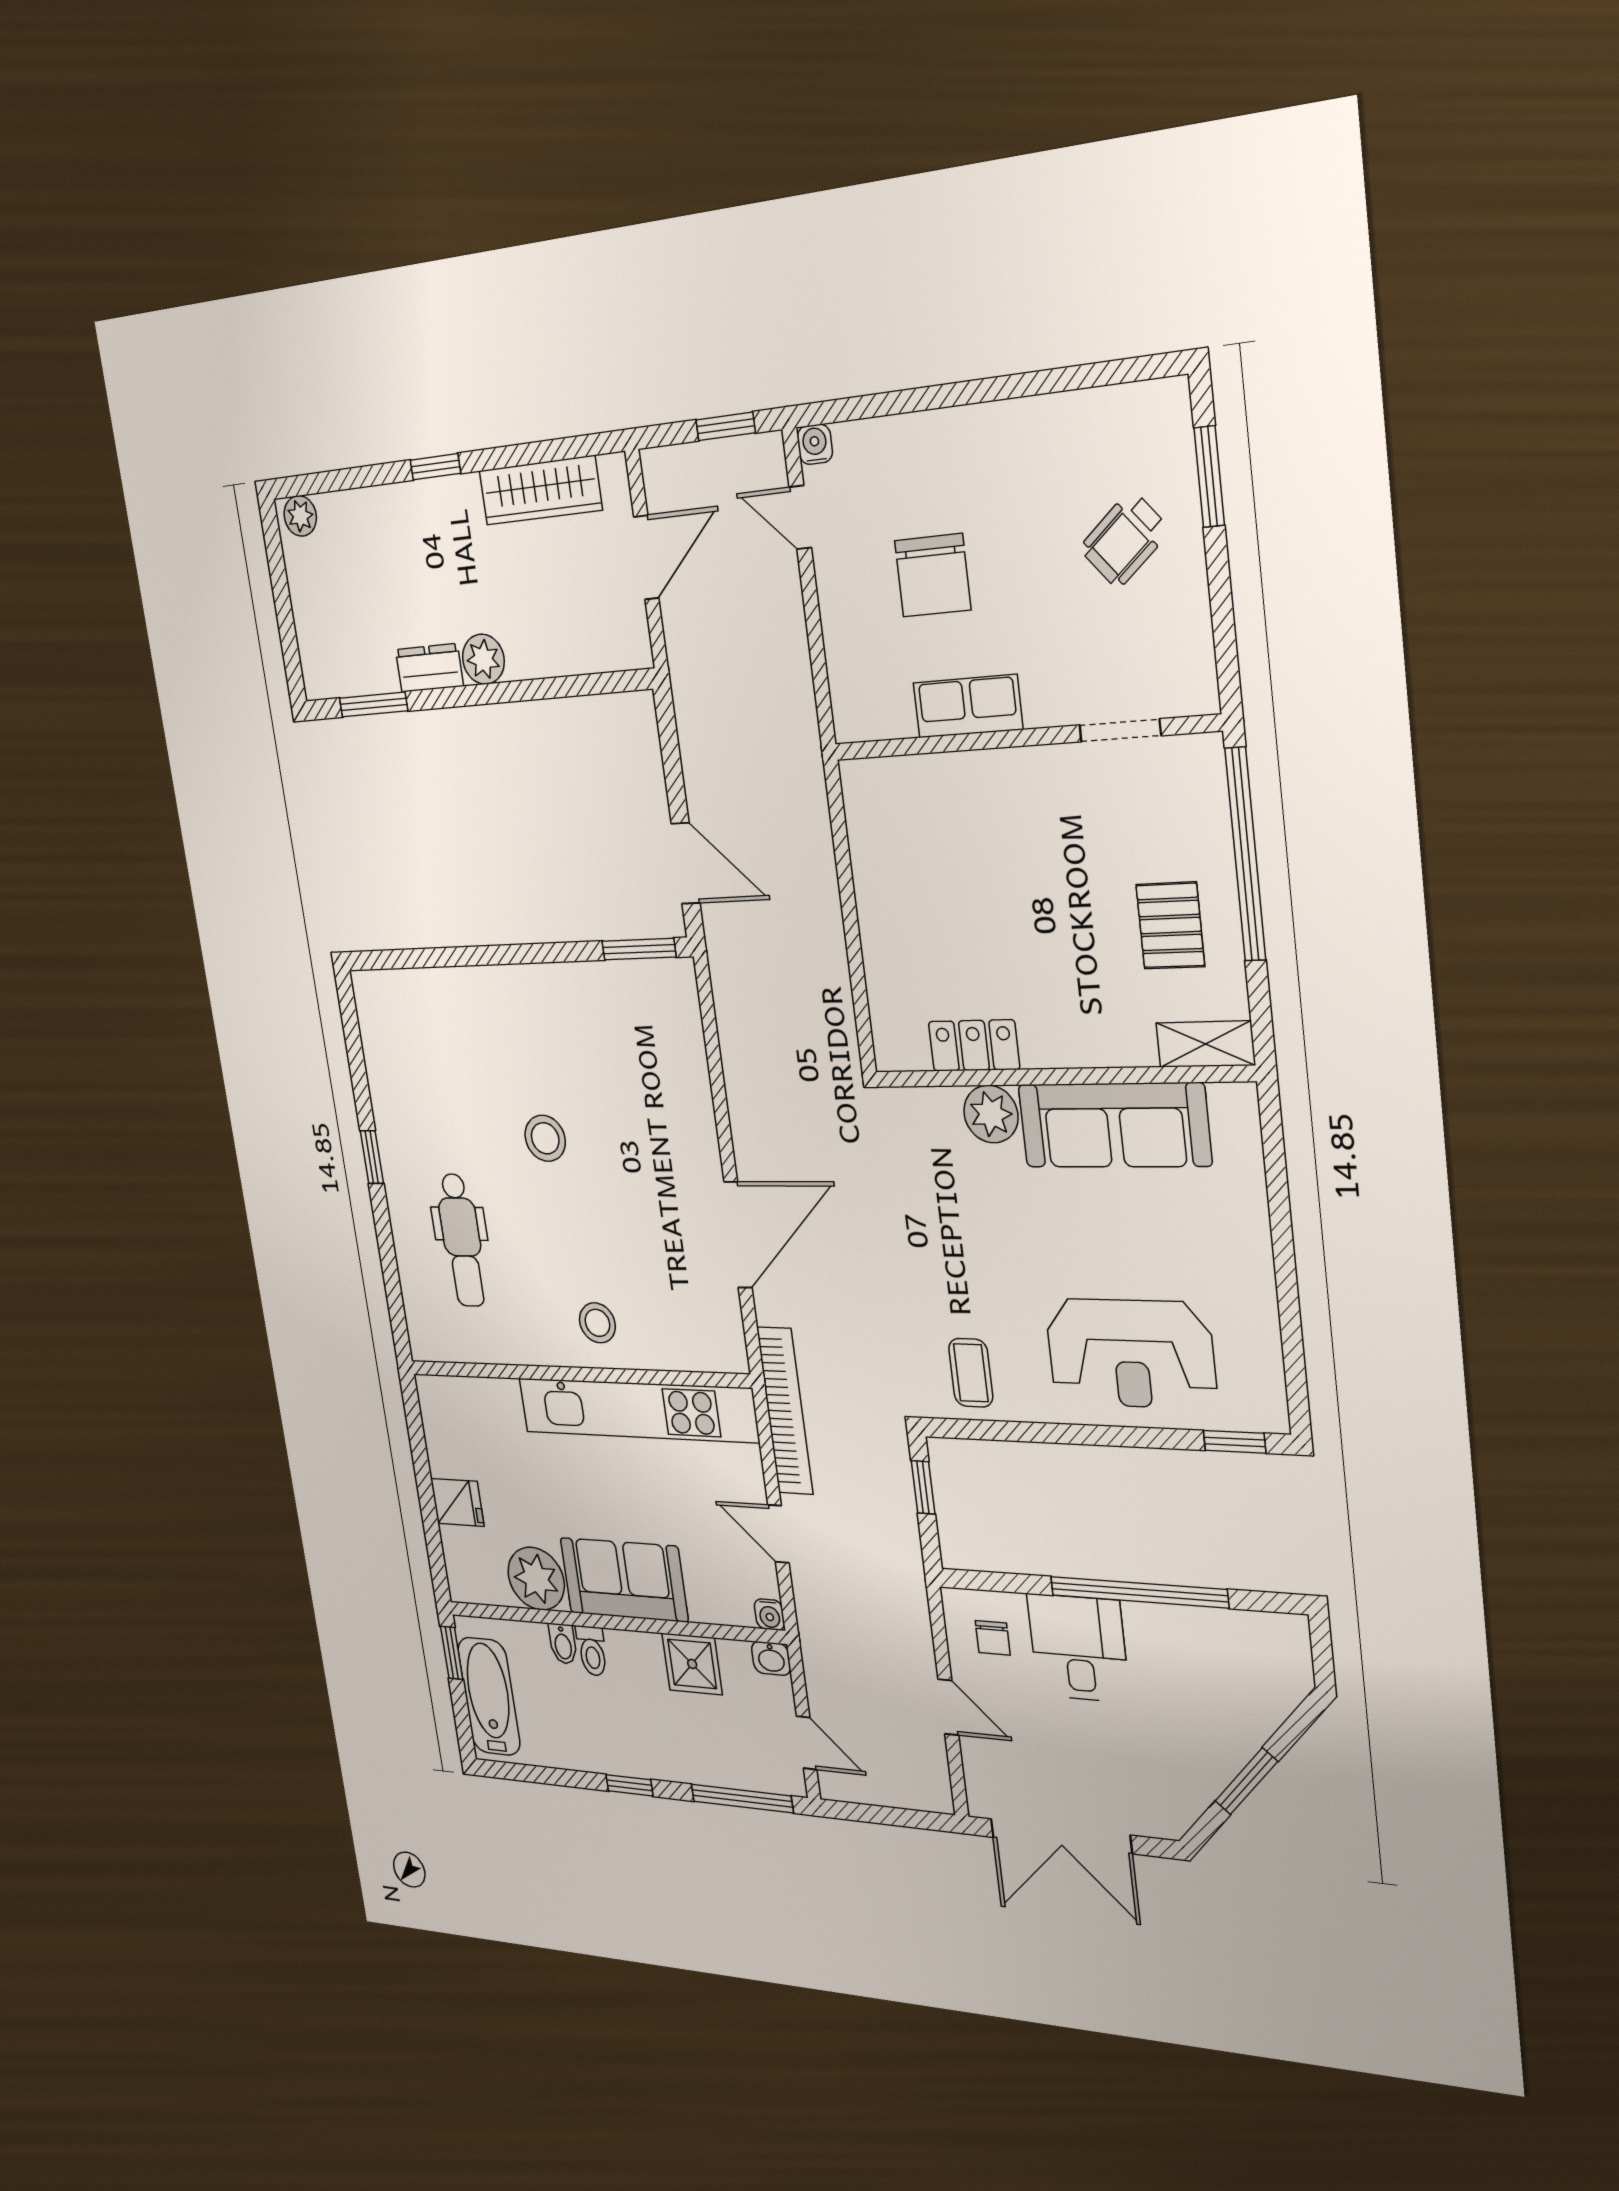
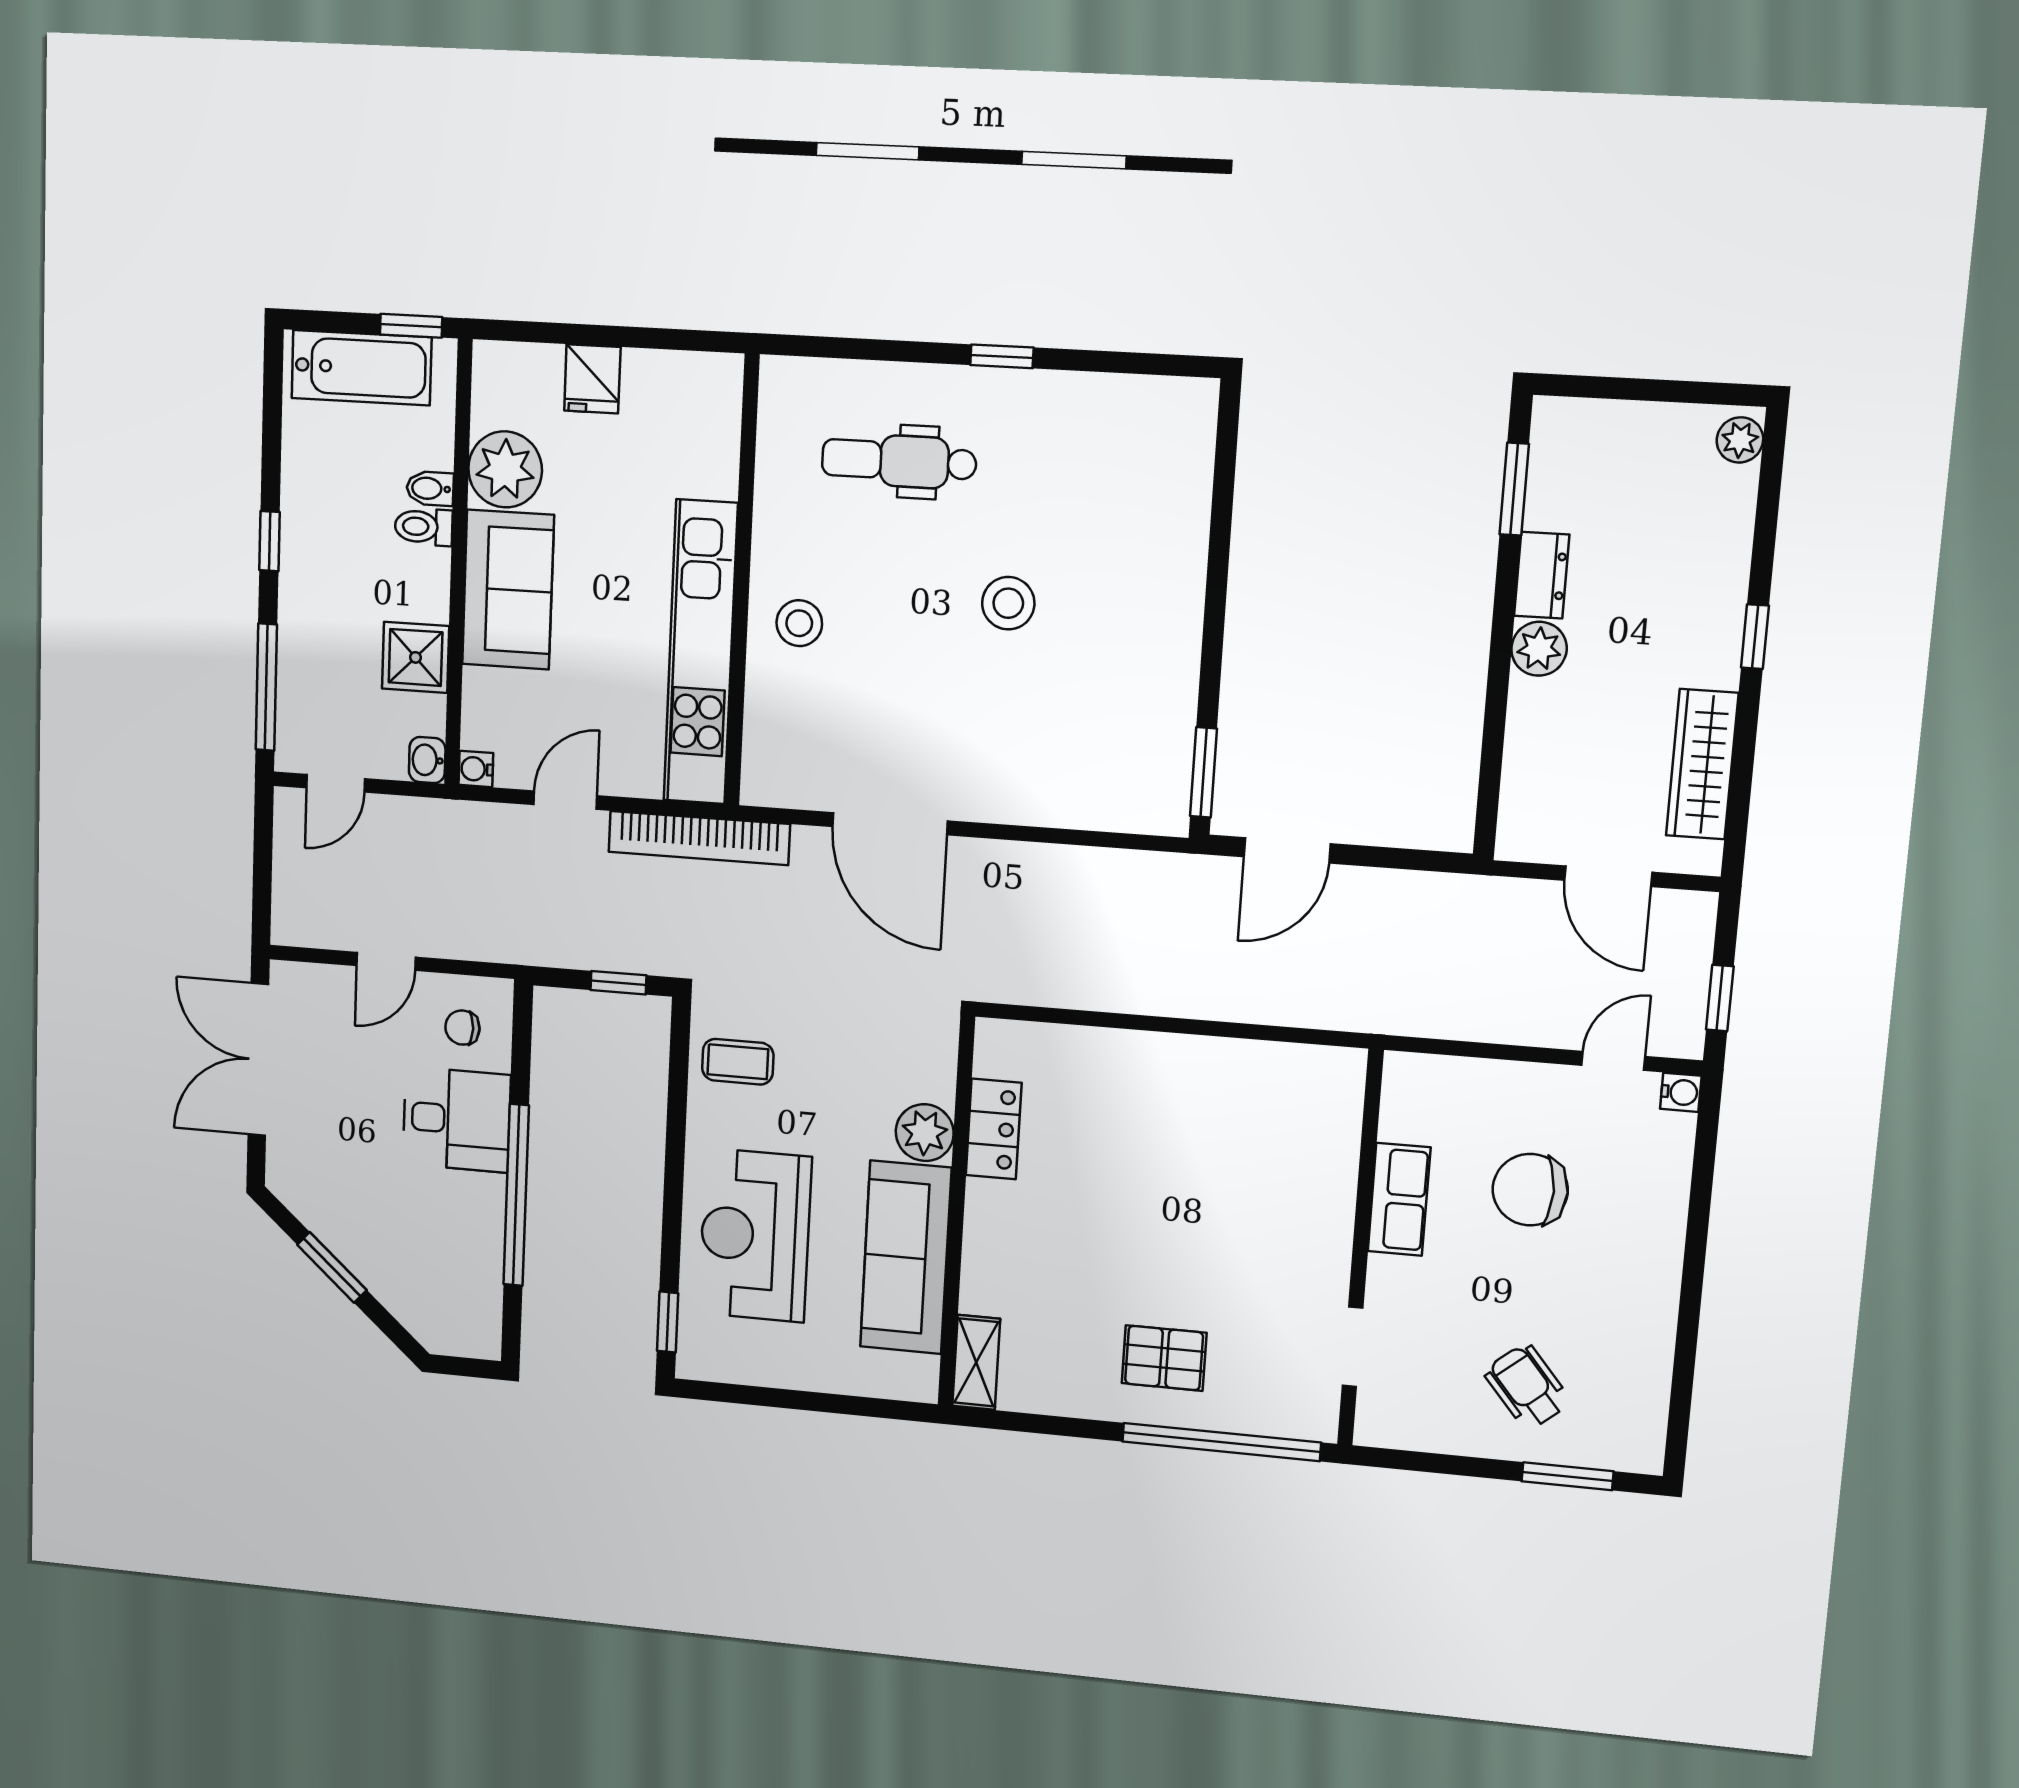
shelving: (1206, 1044) -> (976, 1362), moved
locker: (974, 1046) -> (994, 1129), moved
wall: (1060, 1077) -> (956, 1213), moved
plant: (991, 1114) -> (925, 1133), moved
sofa: (1114, 1125) -> (906, 1257), moved

